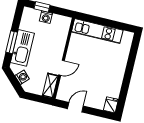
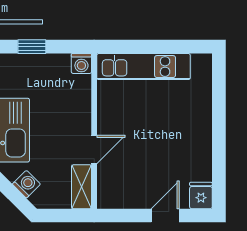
washing machine: (46, 17) -> (81, 63), moved
door: (75, 107) -> (165, 216), moved

